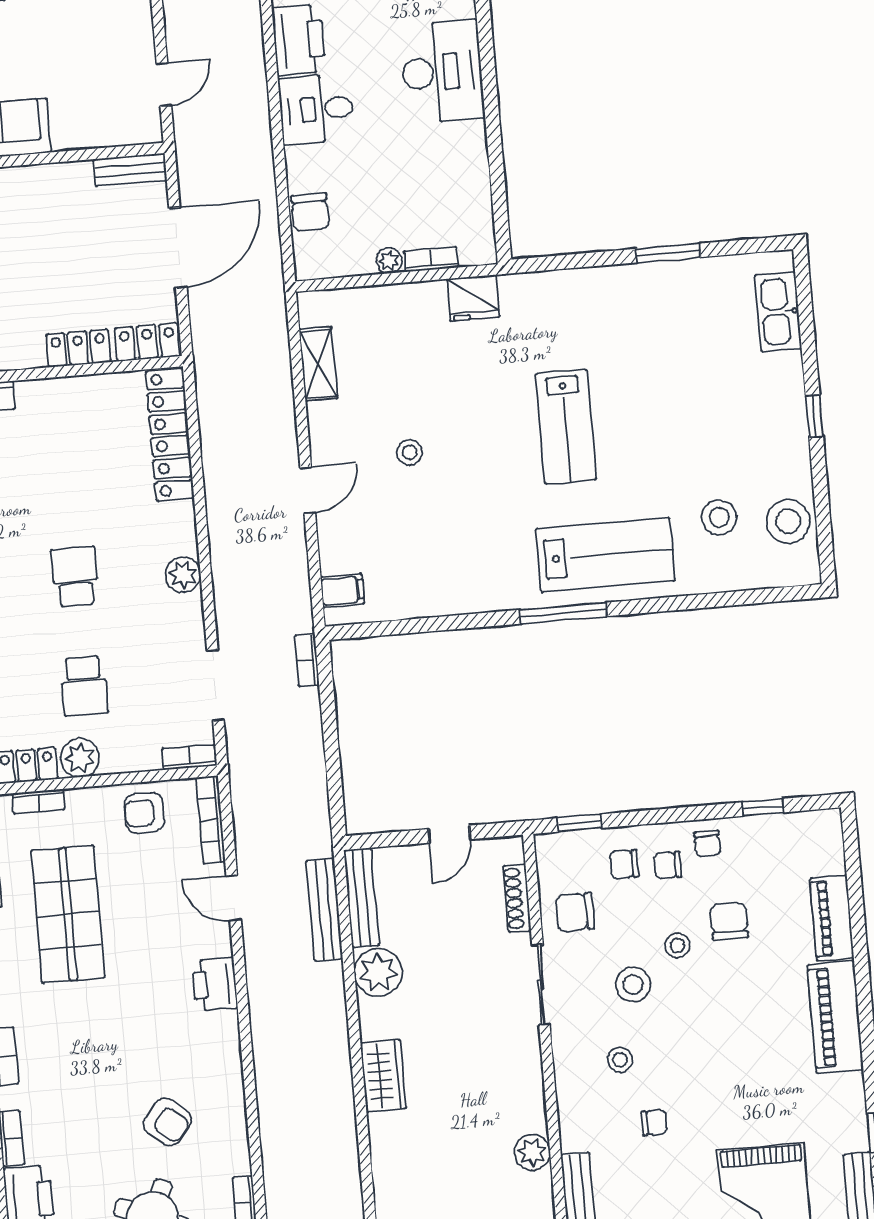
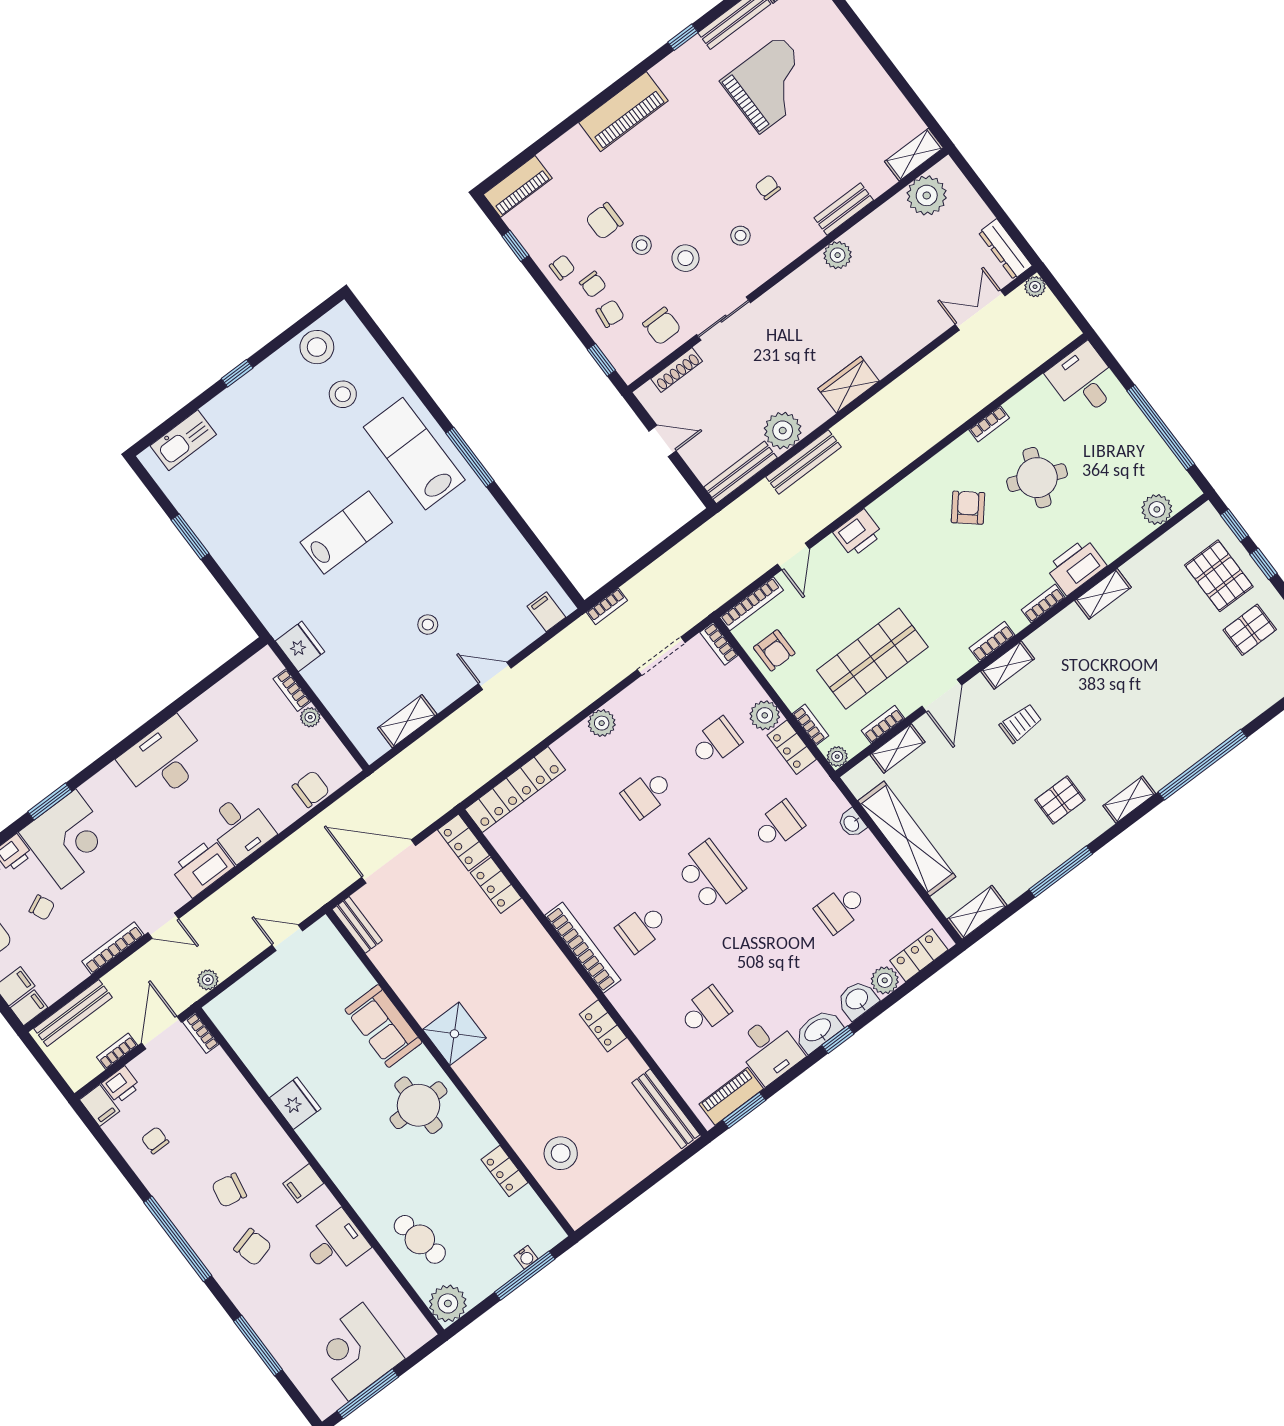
chair: (624, 864) -> (610, 314), turned -83
bench: (324, 910) -> (803, 462), moved
piano: (832, 918) -> (518, 186), moved

